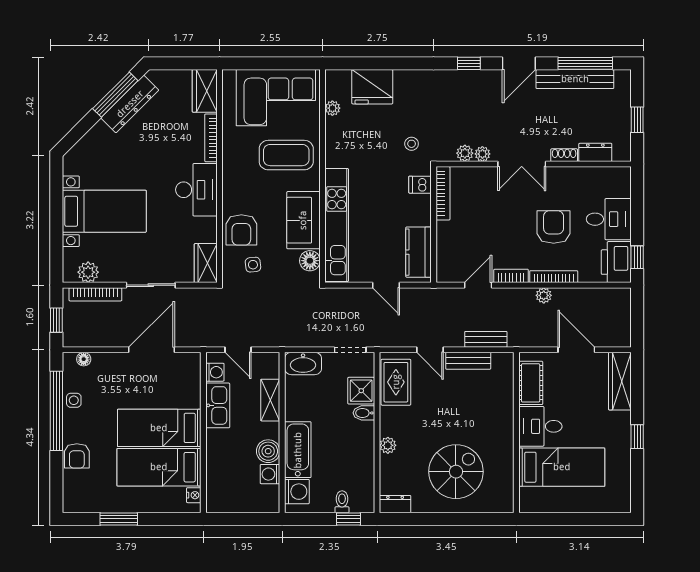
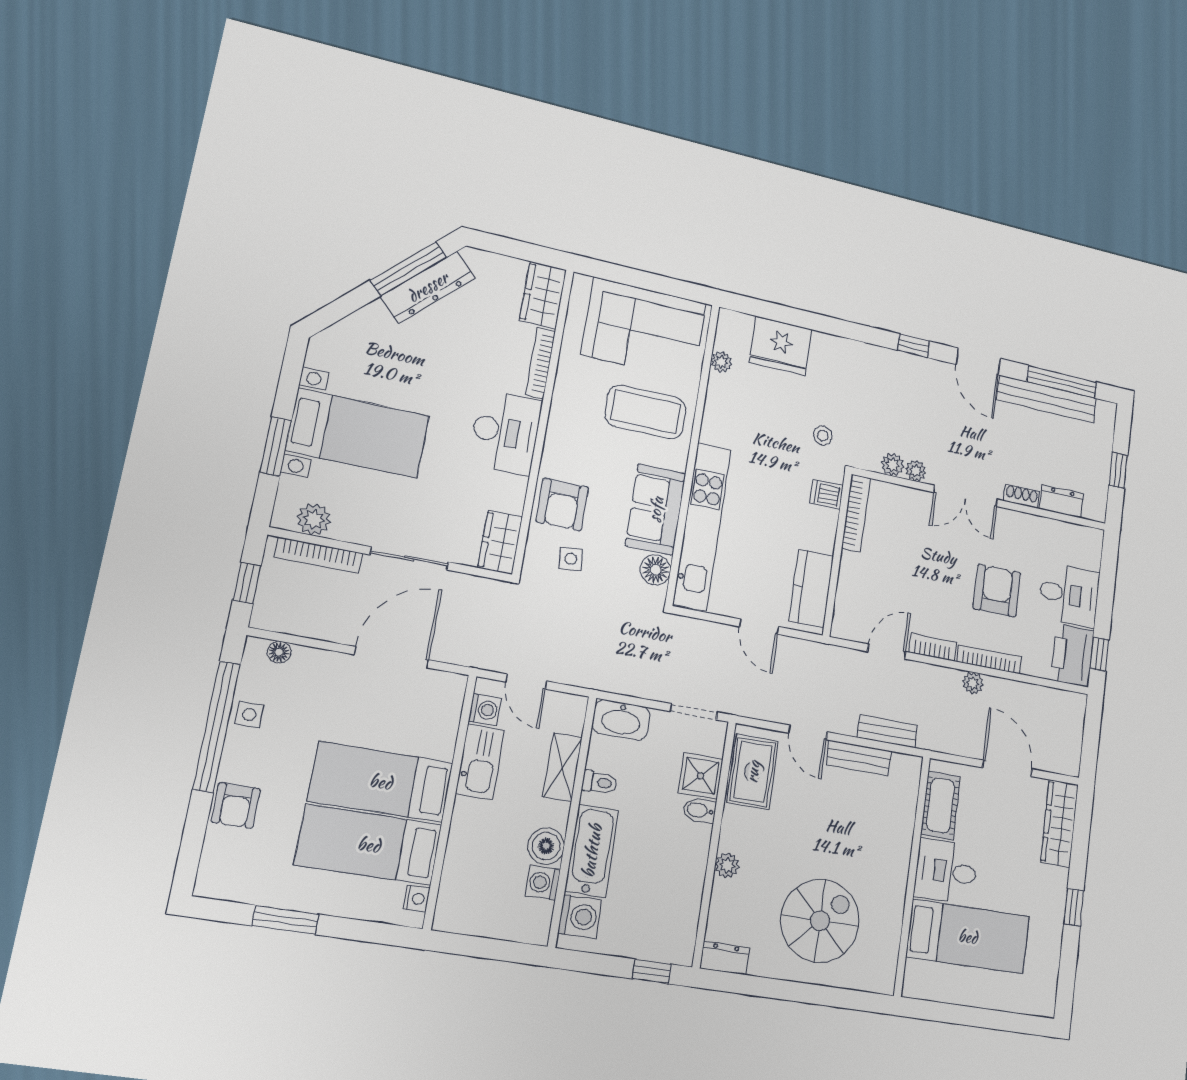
door: (519, 63) -> (978, 361), hinge flipped
window: (56, 231) -> (276, 446), added
toilet: (342, 502) -> (600, 782), moved, turned 90

